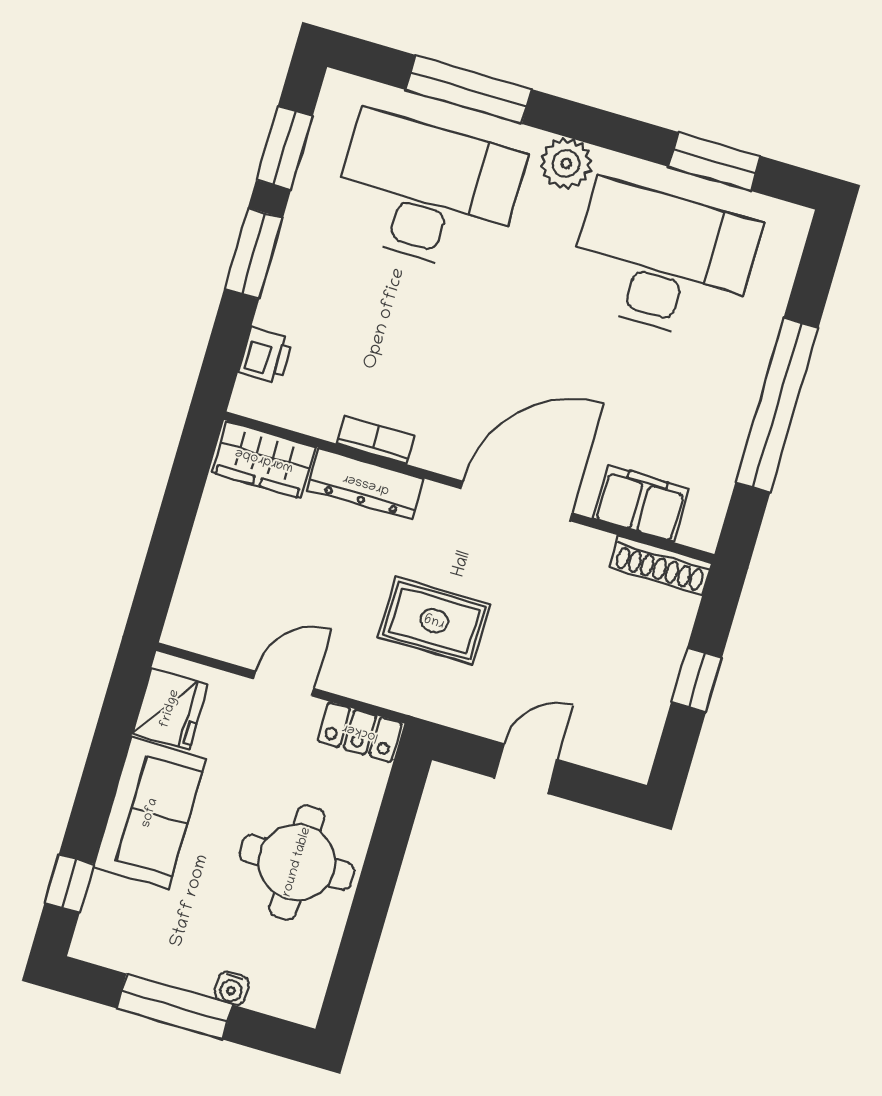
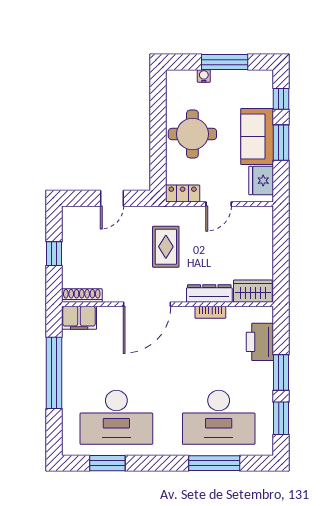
plant: (566, 163) -> (167, 445), removed
printer: (266, 355) -> (260, 342), width x1.87, depth x1.48
filing cabinet: (641, 503) -> (79, 318), moved
rug: (434, 621) -> (166, 247), turned 90
window: (99, 783) -> (281, 143), added

